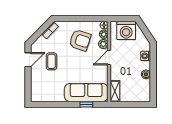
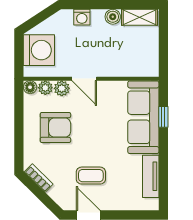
armchair: (80, 40) -> (55, 128), turned 72
shelving: (115, 91) -> (140, 17), moved
tv unit: (51, 97) -> (151, 176), added

